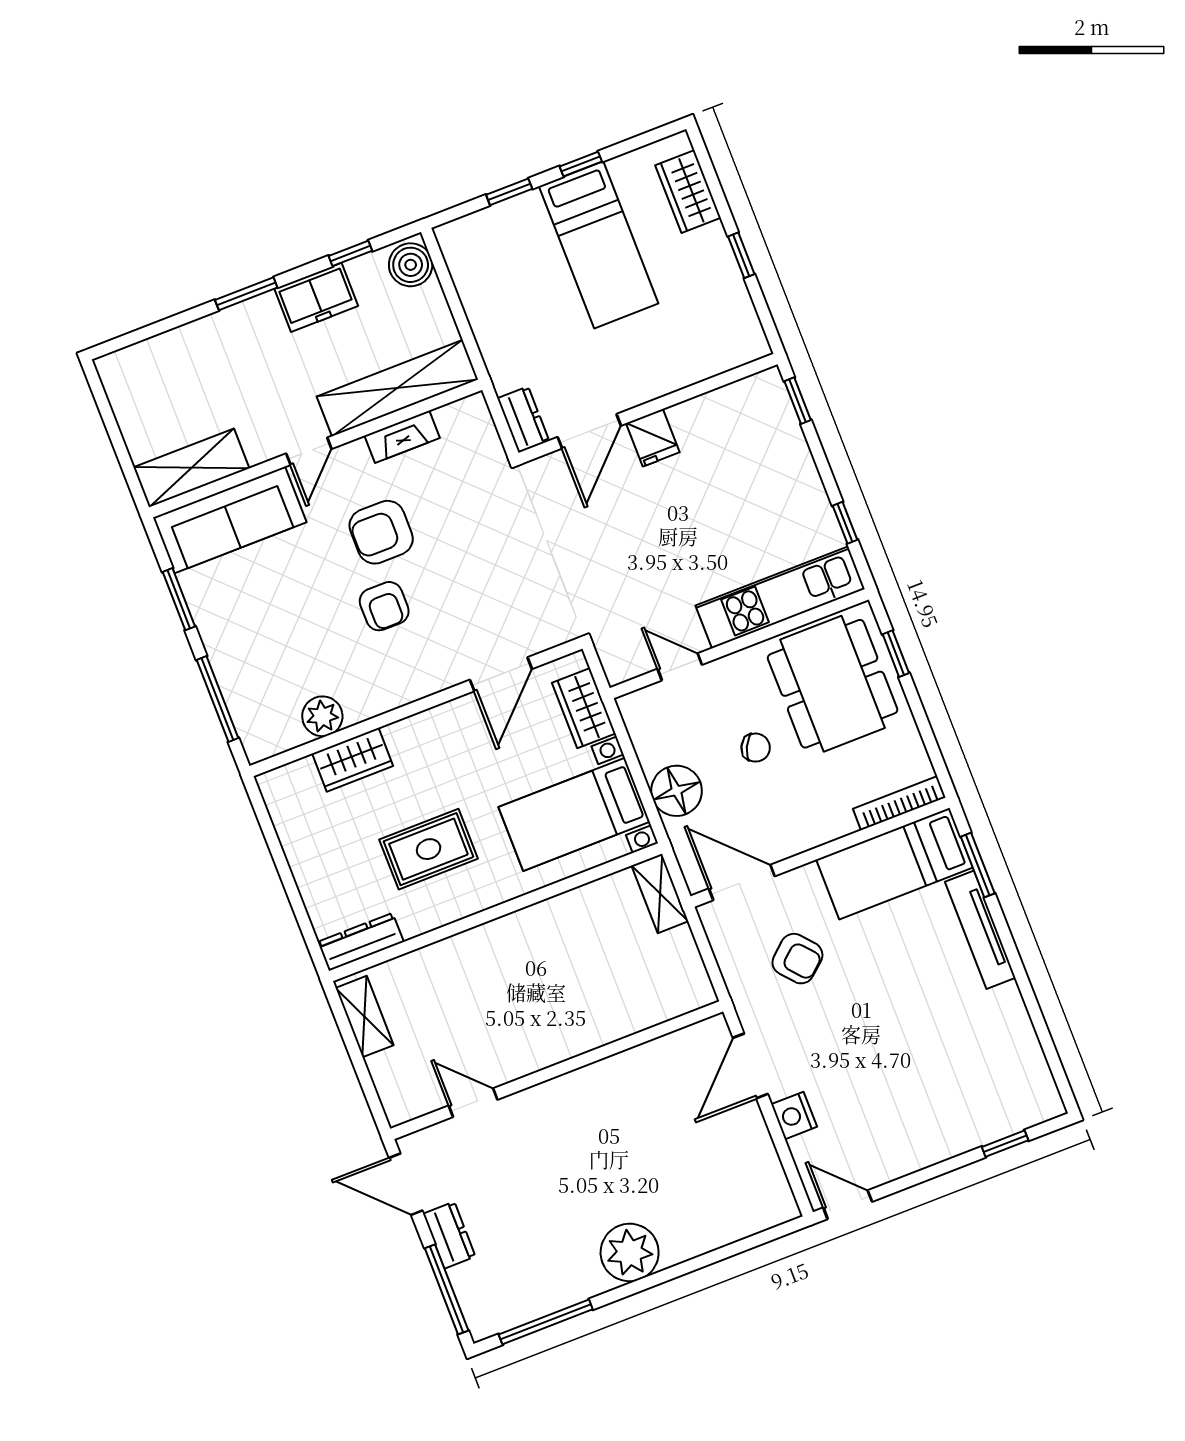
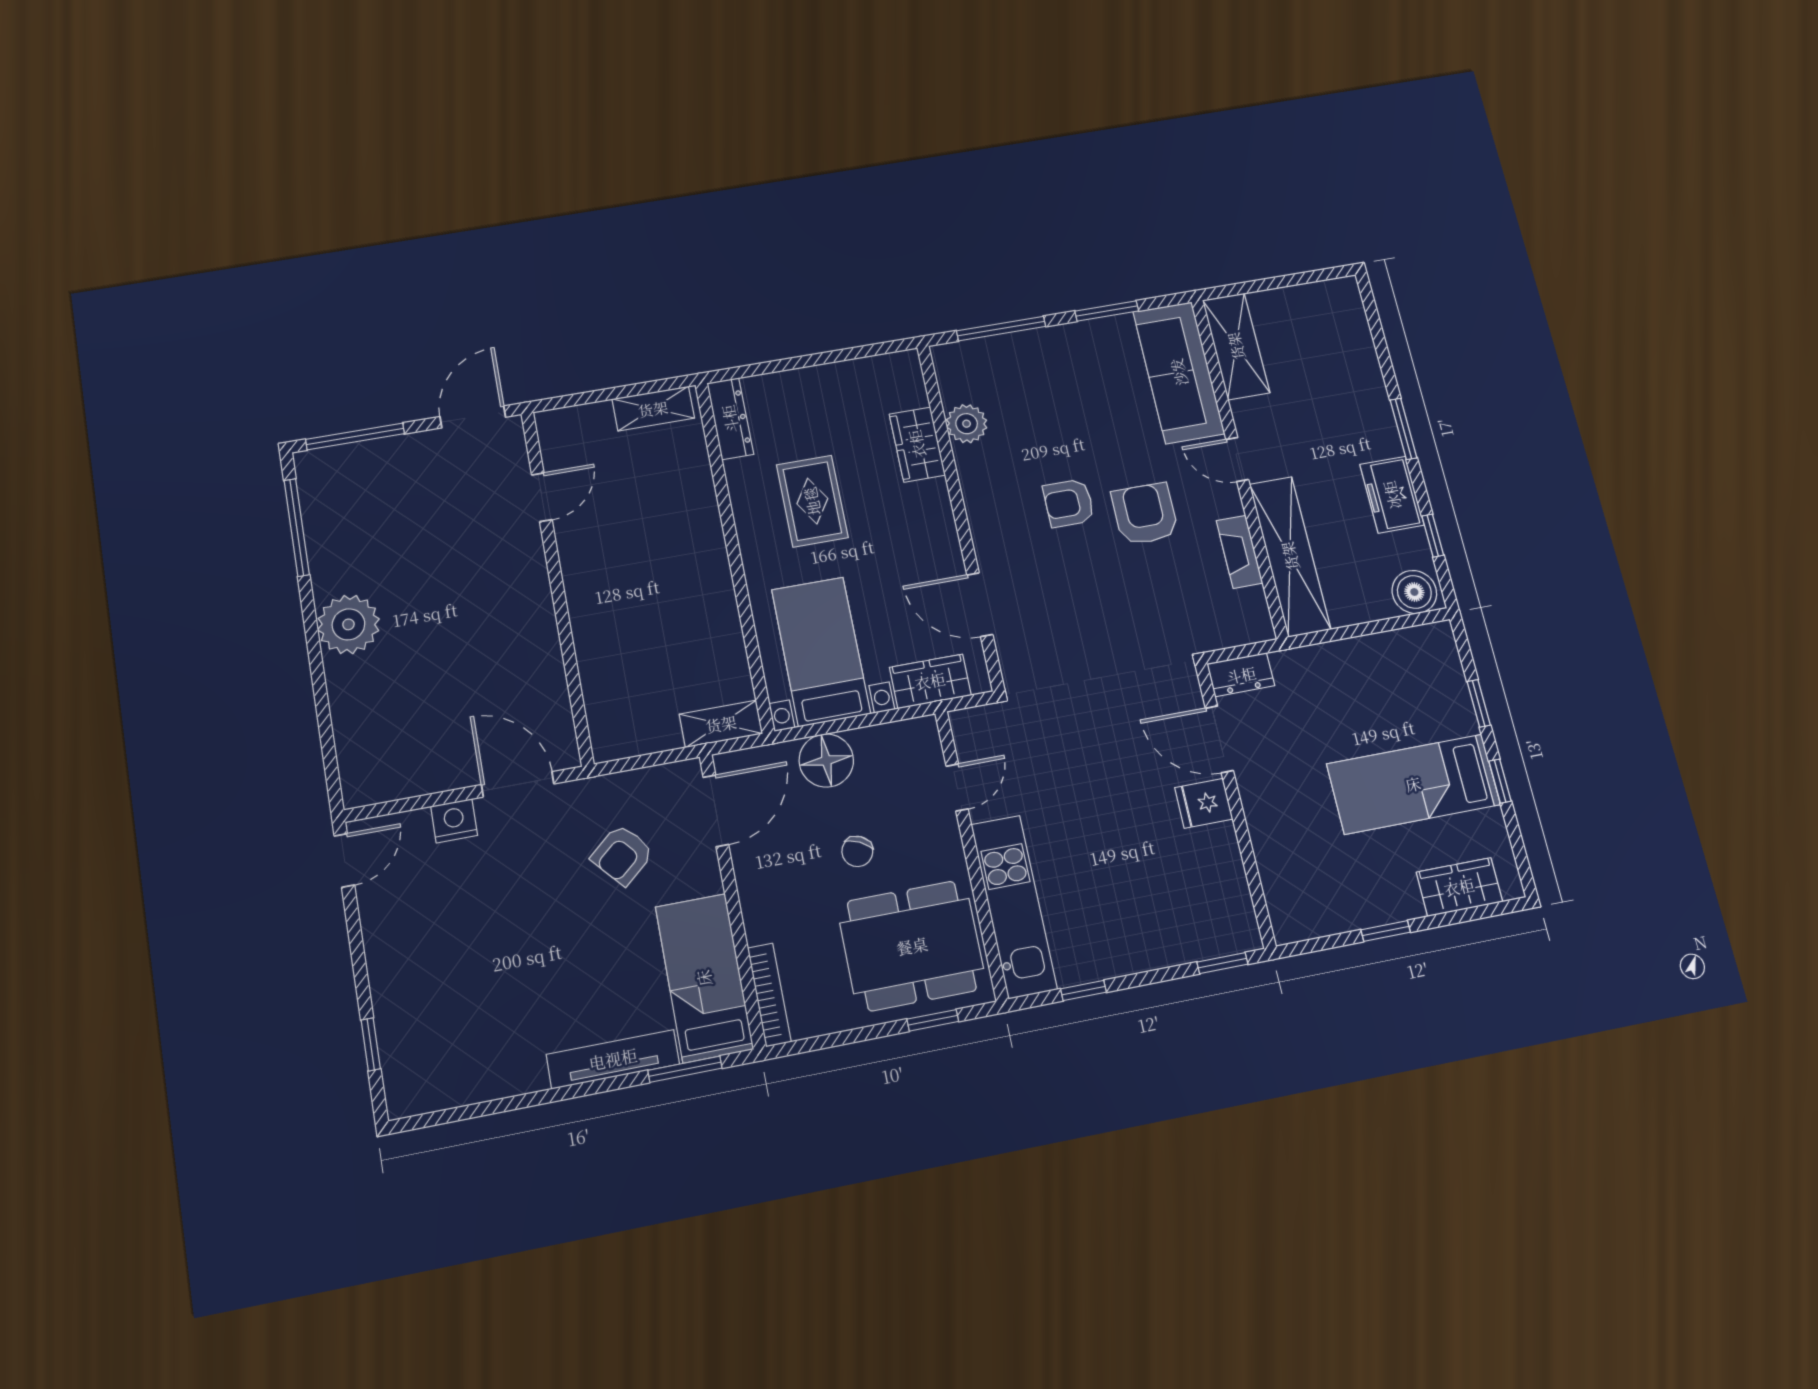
dresser: (449, 1235) -> (410, 449), removed

